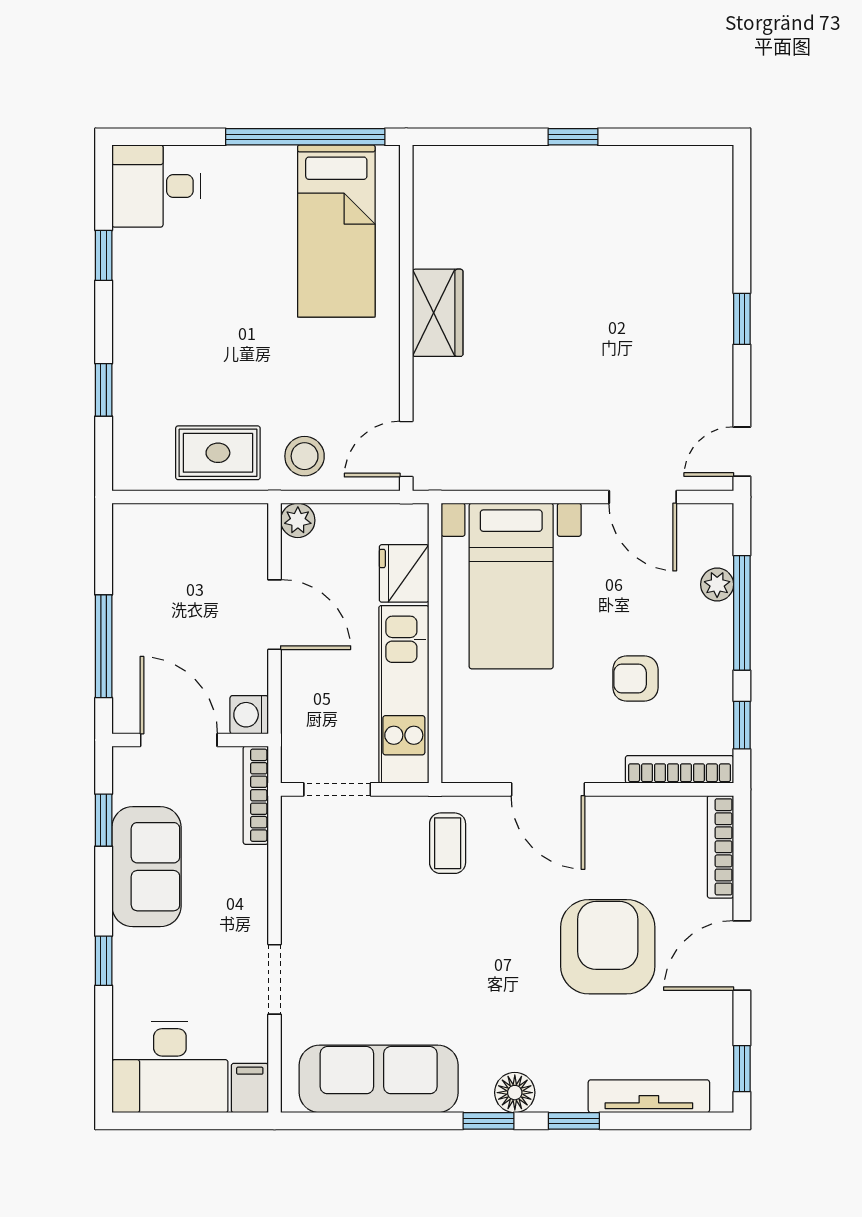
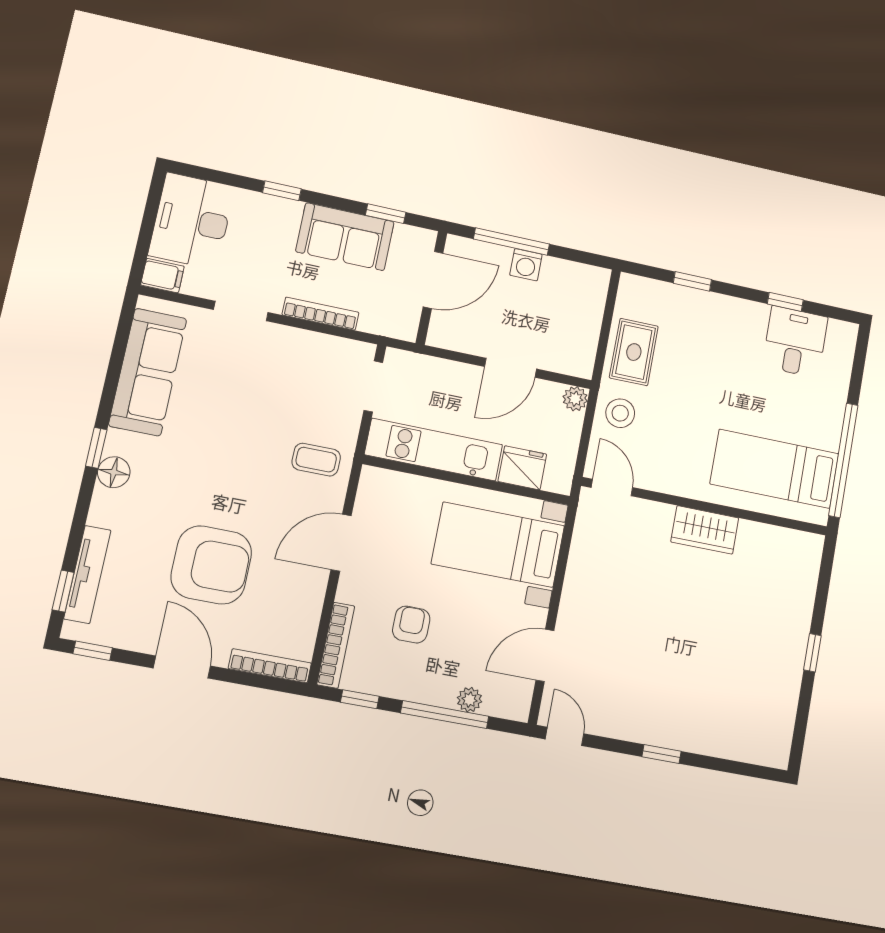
desk: (156, 186) -> (795, 342), moved
washing machine: (249, 715) -> (526, 265), moved, turned 180
bookcase: (256, 795) -> (321, 314), moved
window: (574, 1121) -> (63, 591), moved

